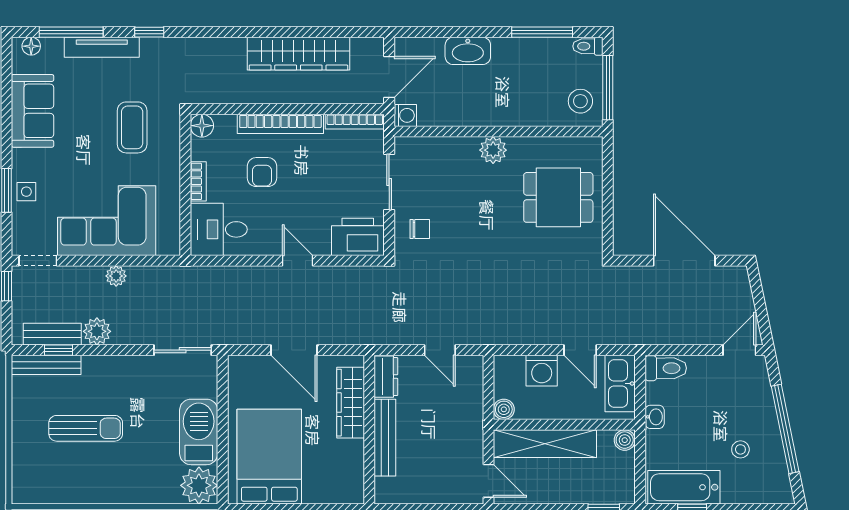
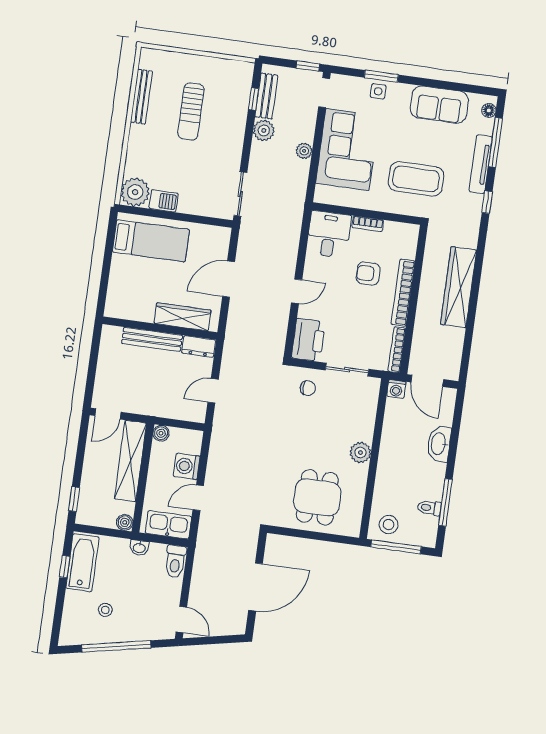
toilet: (588, 46) -> (429, 508), moved, turned -90
wardrobe: (298, 54) -> (459, 287), moved
floor lamp: (202, 126) -> (410, 232), removed
coffee table: (132, 127) -> (416, 179), width x1.36, depth x1.32
chair: (420, 229) -> (308, 388), turned -90
bench: (46, 365) -> (141, 97), moved
barbecue: (199, 432) -> (164, 201), width x0.53, depth x0.65
bed: (269, 457) -> (151, 241), width x0.67

